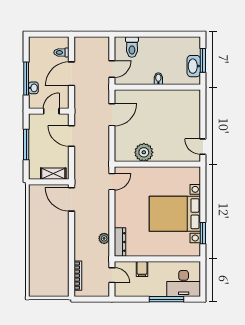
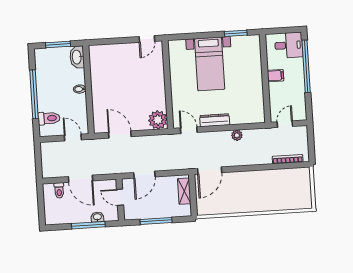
window: (156, 34) -> (34, 94), added
washbasin: (194, 66) -> (77, 57), moved, turned 90
plant: (144, 152) -> (158, 120), moved
bed with nightstands: (175, 214) -> (210, 64), width x0.73
plant: (104, 238) -> (237, 135), moved
dresser: (120, 242) -> (215, 120), moved
filing cabinet: (142, 269) -> (275, 76), moved
desk: (184, 284) -> (289, 45), width x0.73
window: (166, 299) -> (306, 66), width x1.46

